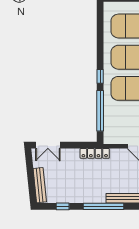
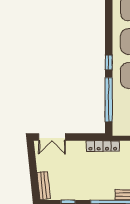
bench: (40, 185) -> (44, 186), width x0.73

